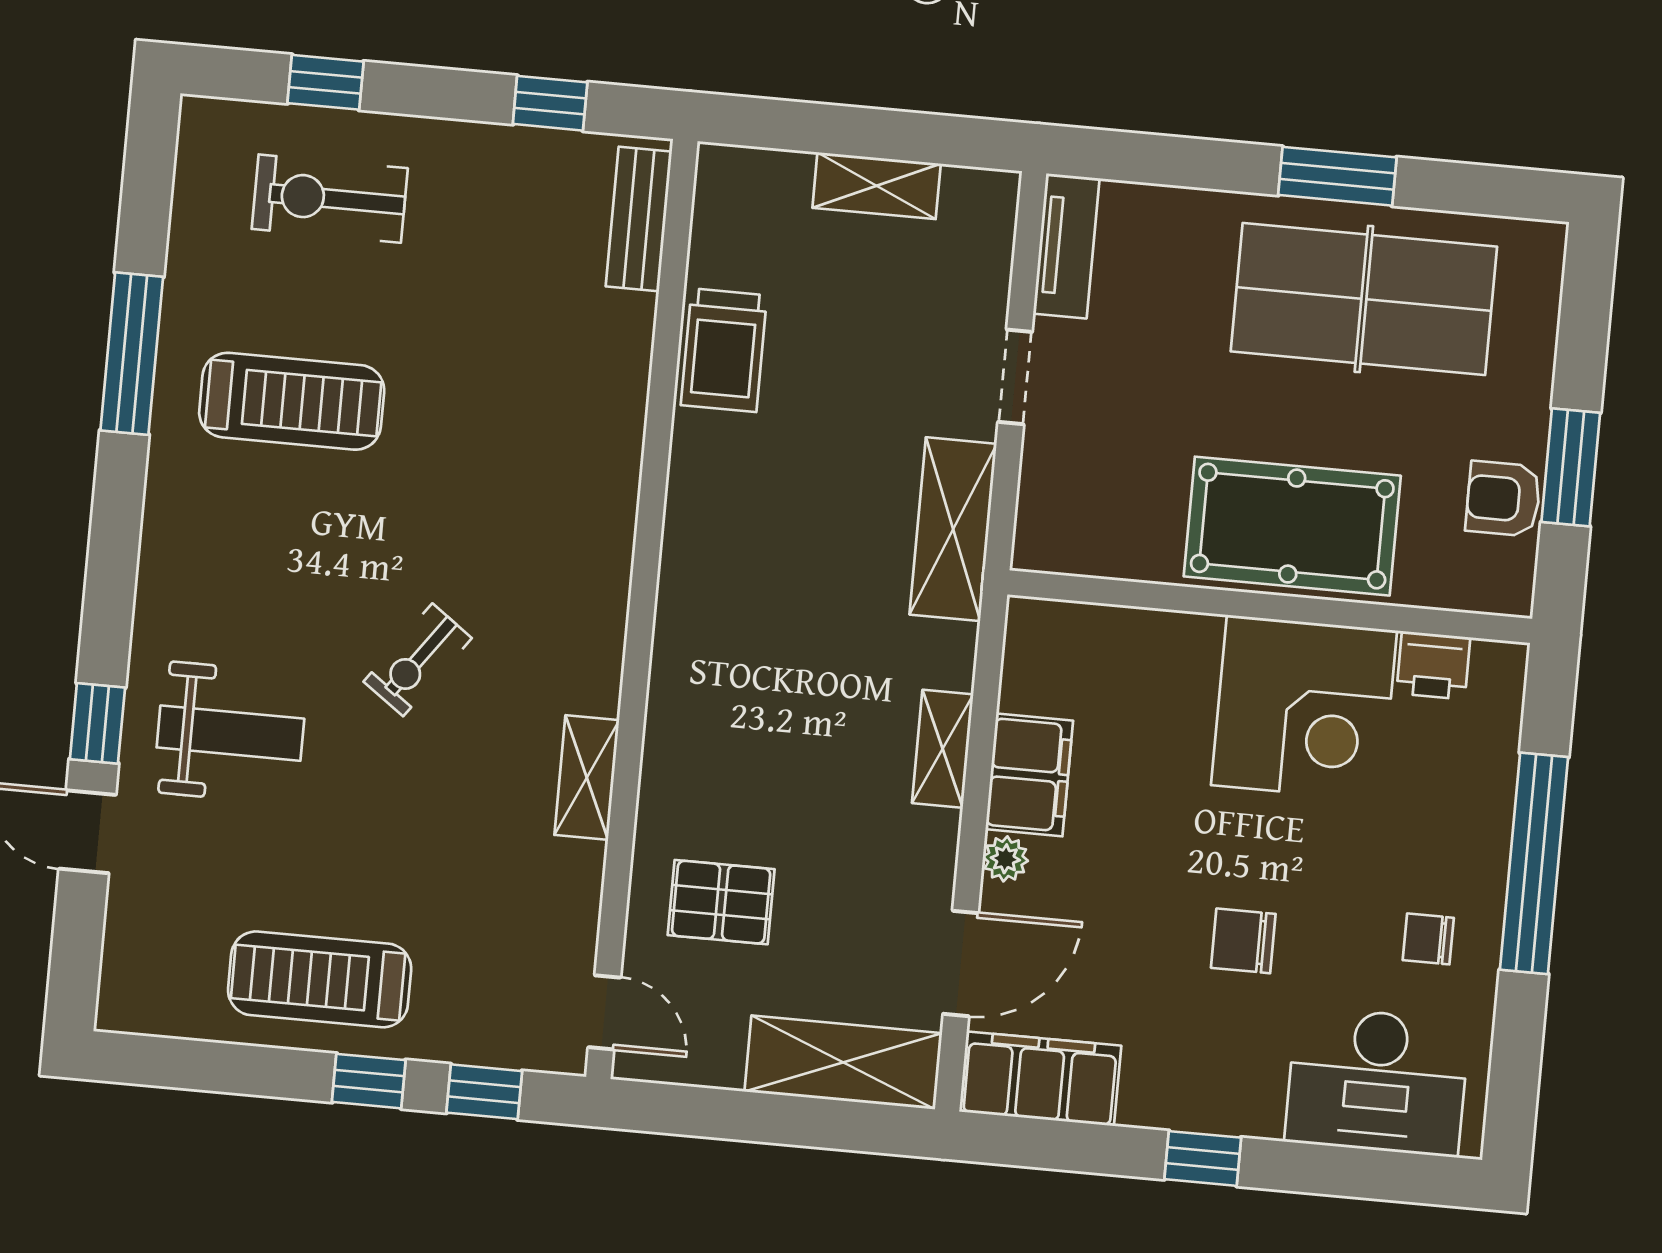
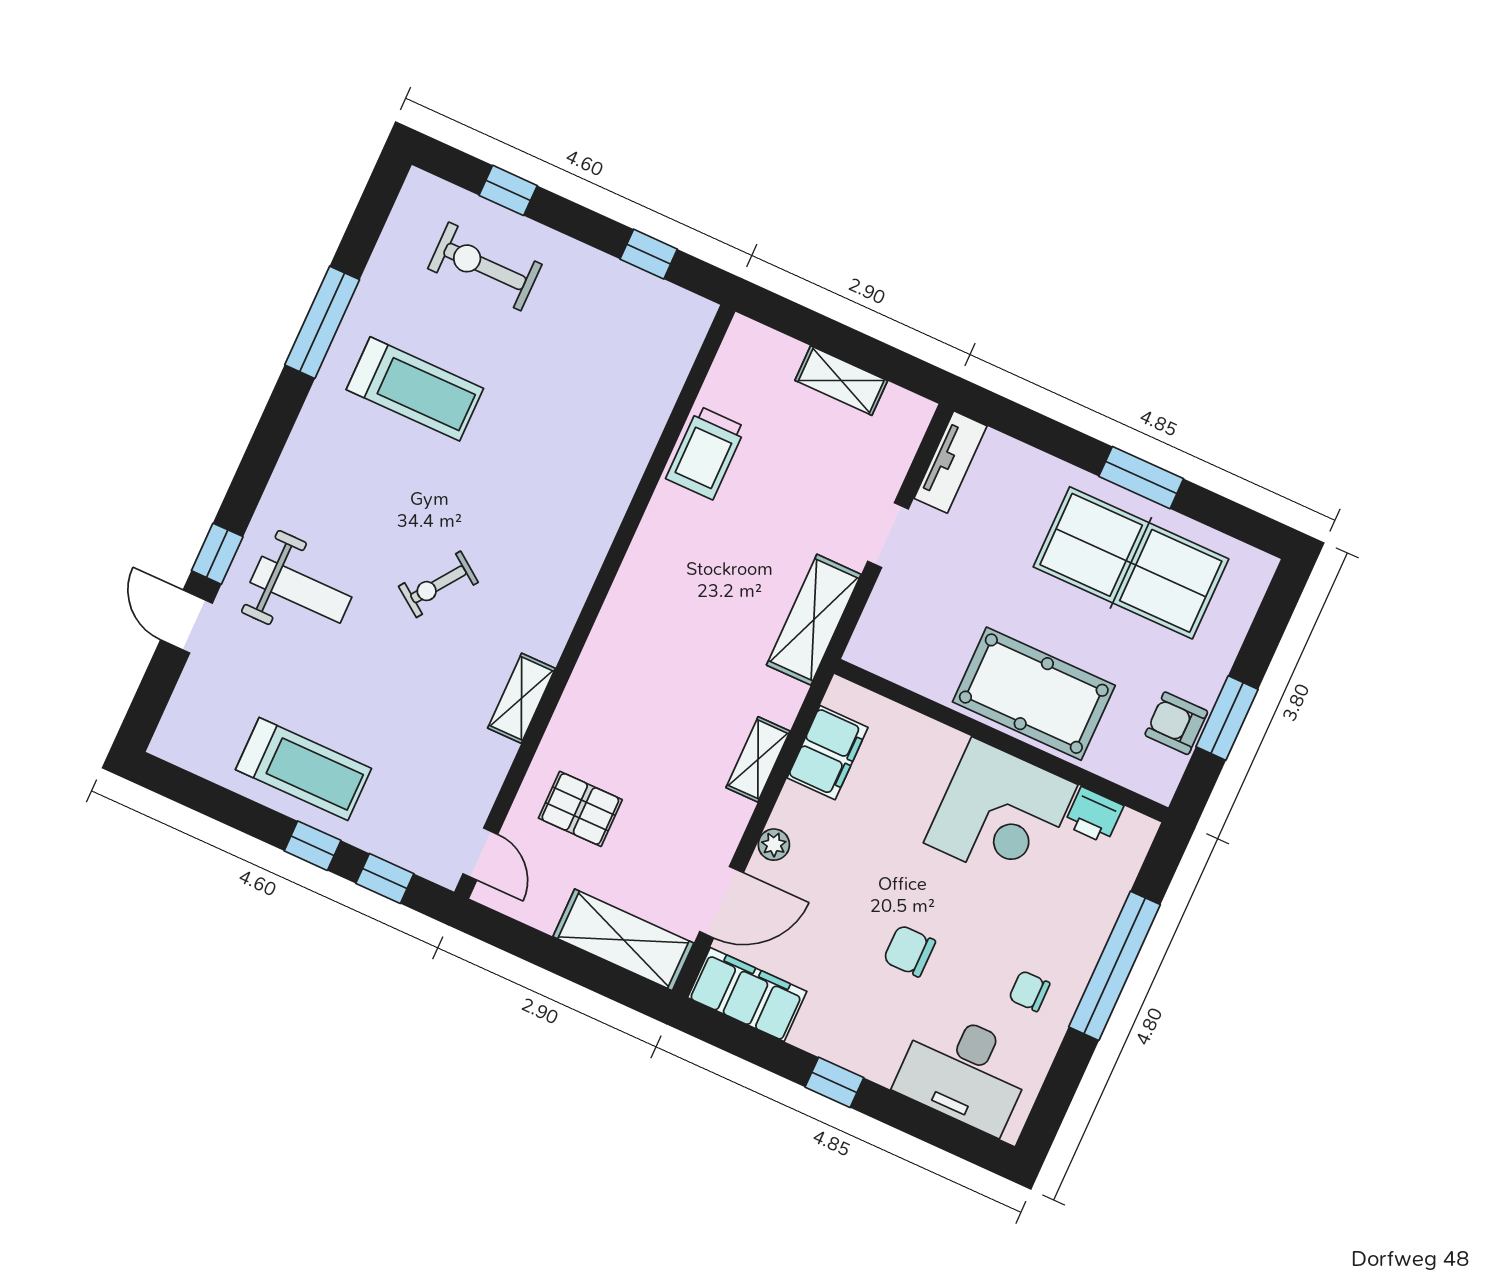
bench: (639, 219) -> (680, 349), removed
filing cabinet: (1029, 775) -> (828, 753), moved
treadmill: (320, 979) -> (303, 769), turned 180

